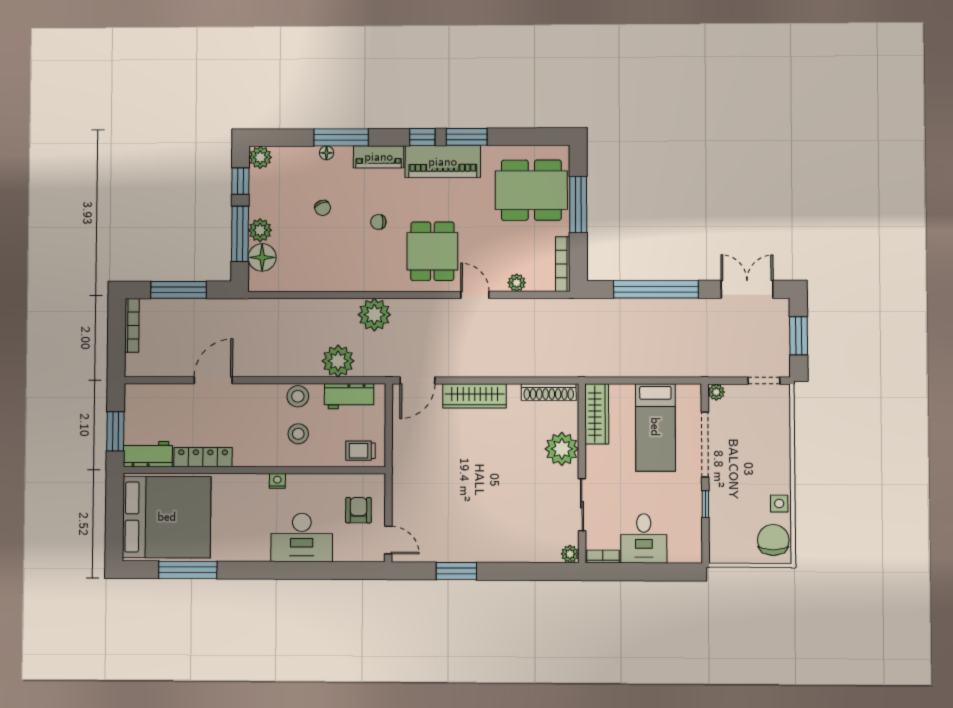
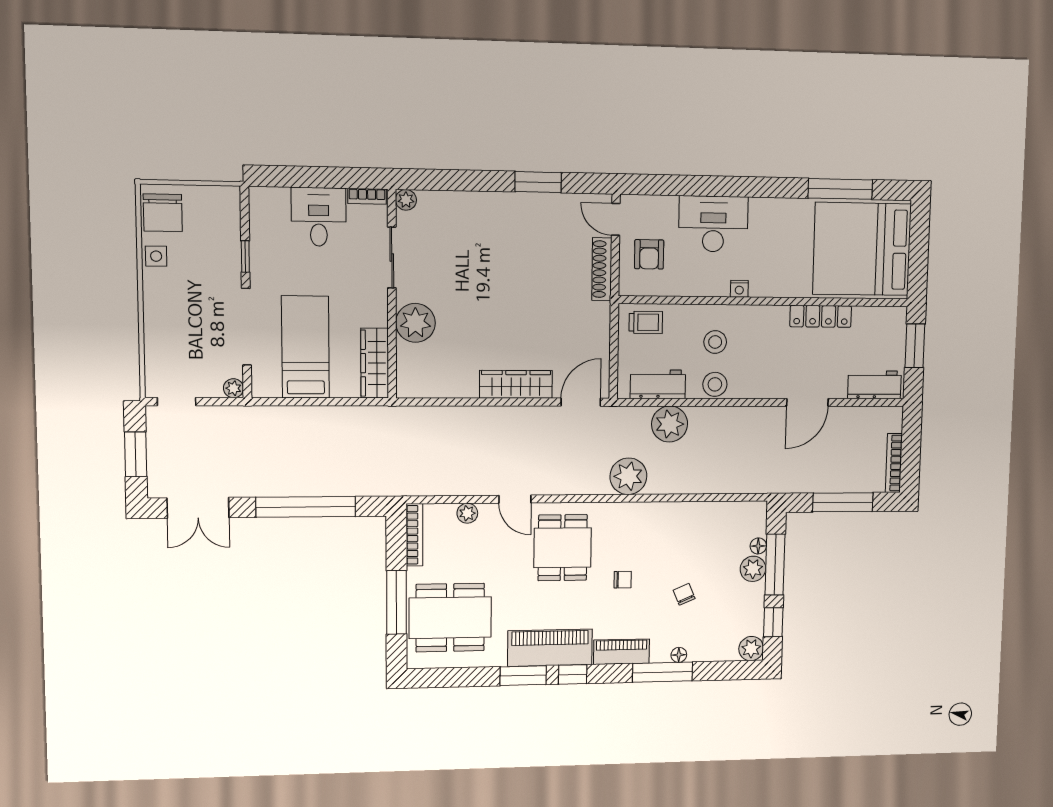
floor lamp: (262, 257) -> (758, 546), width x0.53, depth x0.53
shoe rack: (549, 392) -> (602, 269), moved, turned -90
workbench: (148, 454) -> (875, 385), moved, turned 180

